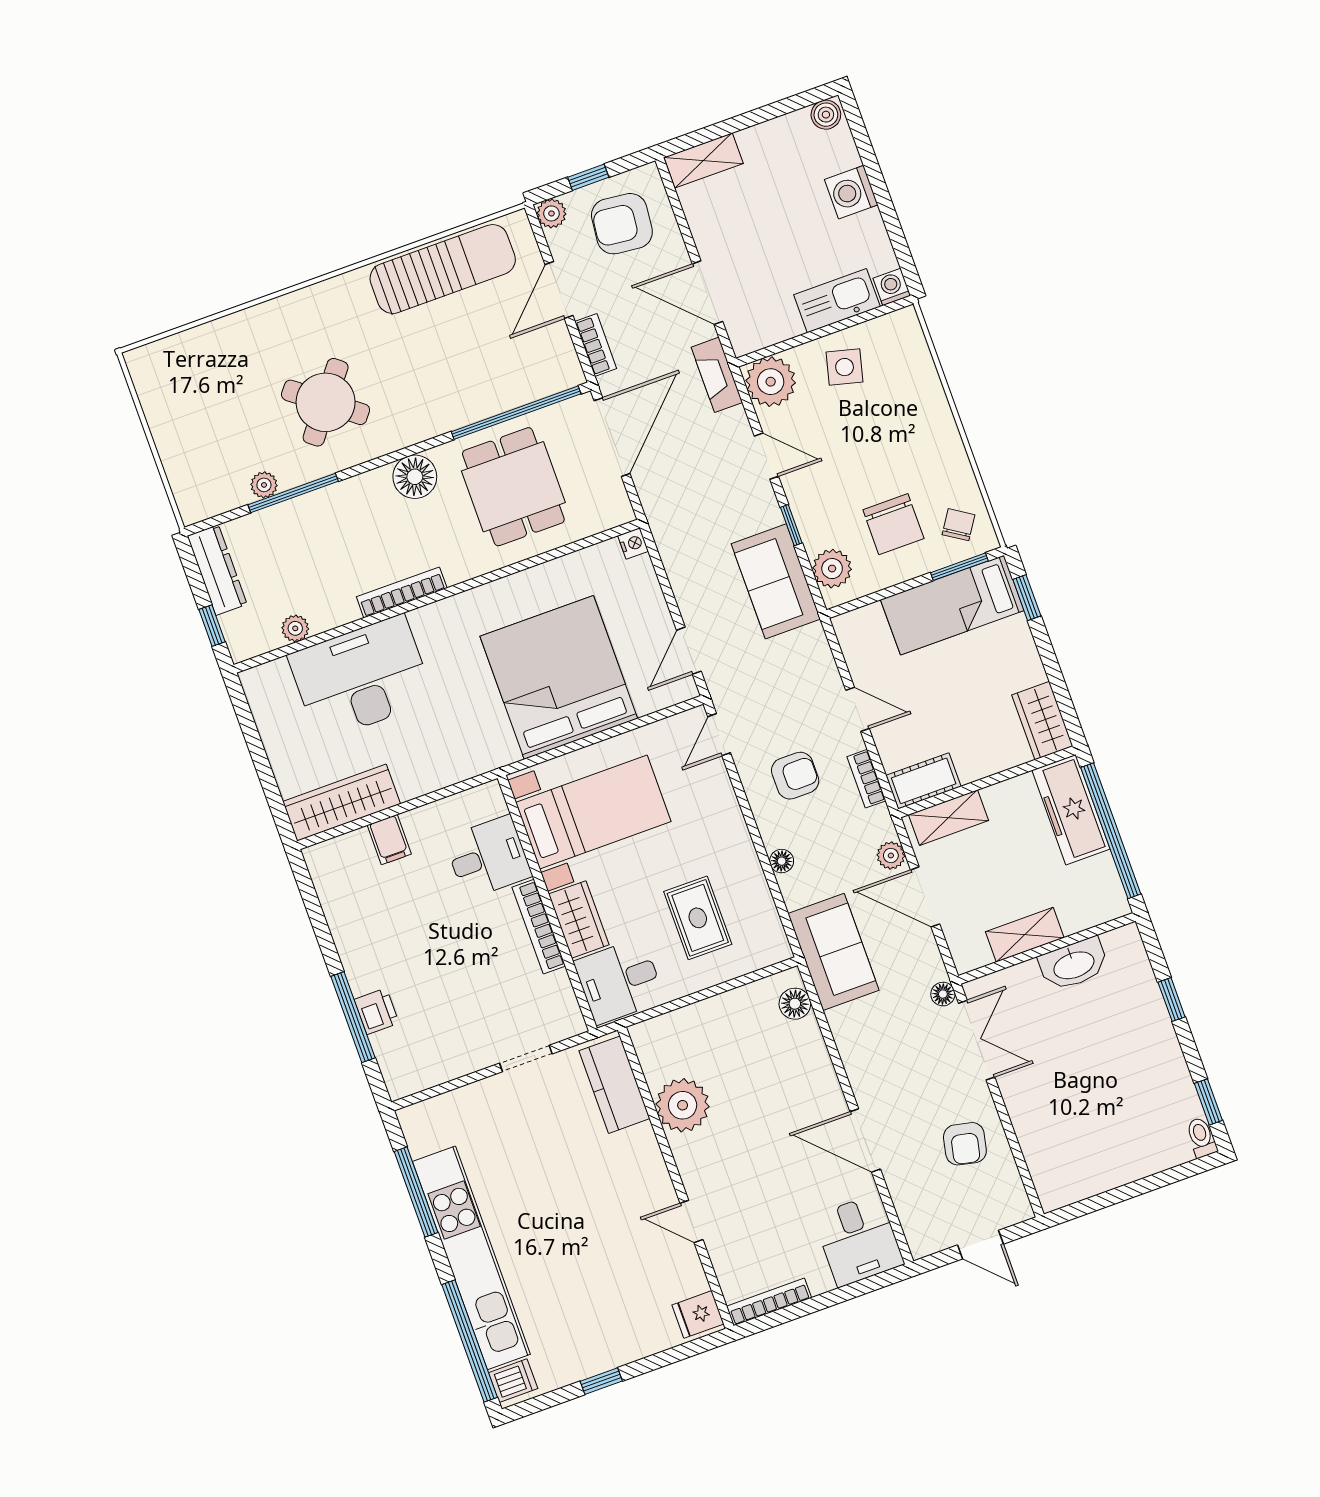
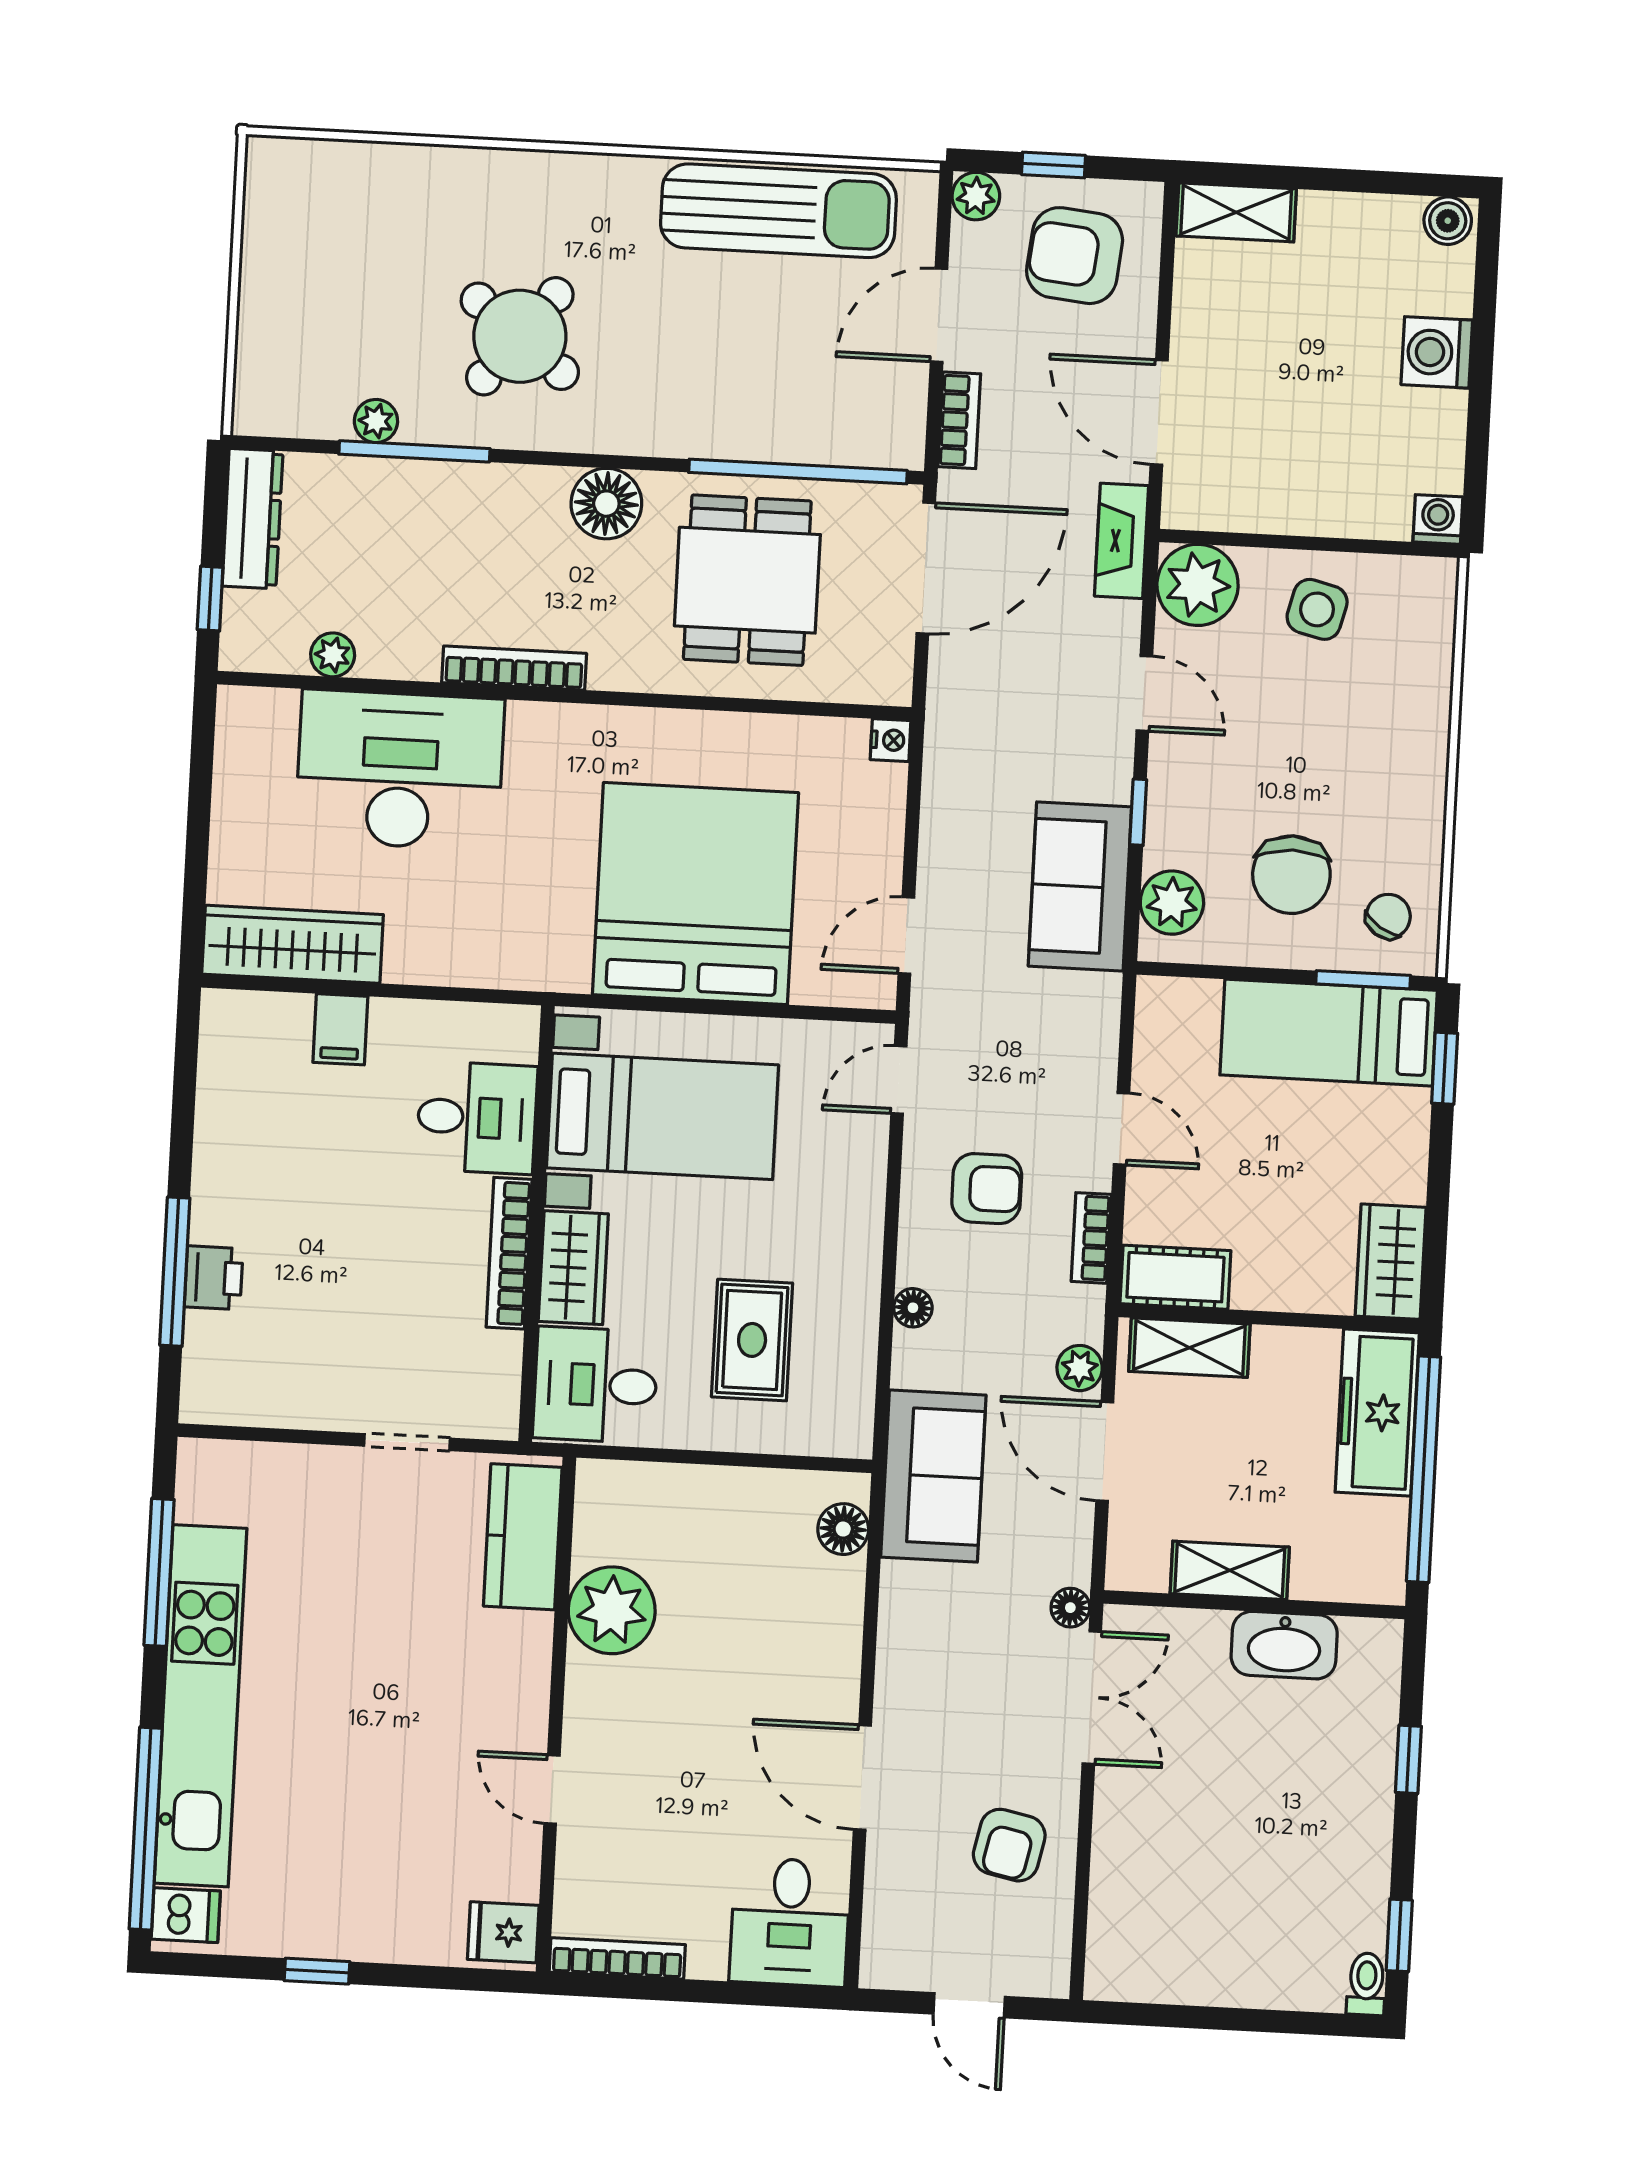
kitchen sink: (837, 301) -> (1348, 505), removed

